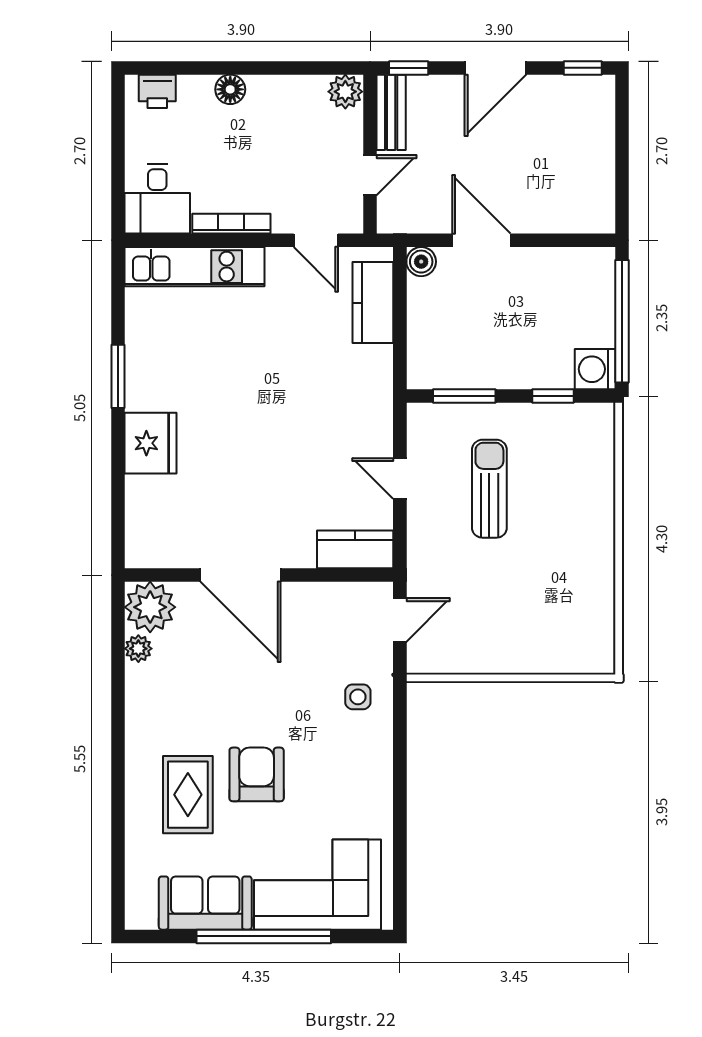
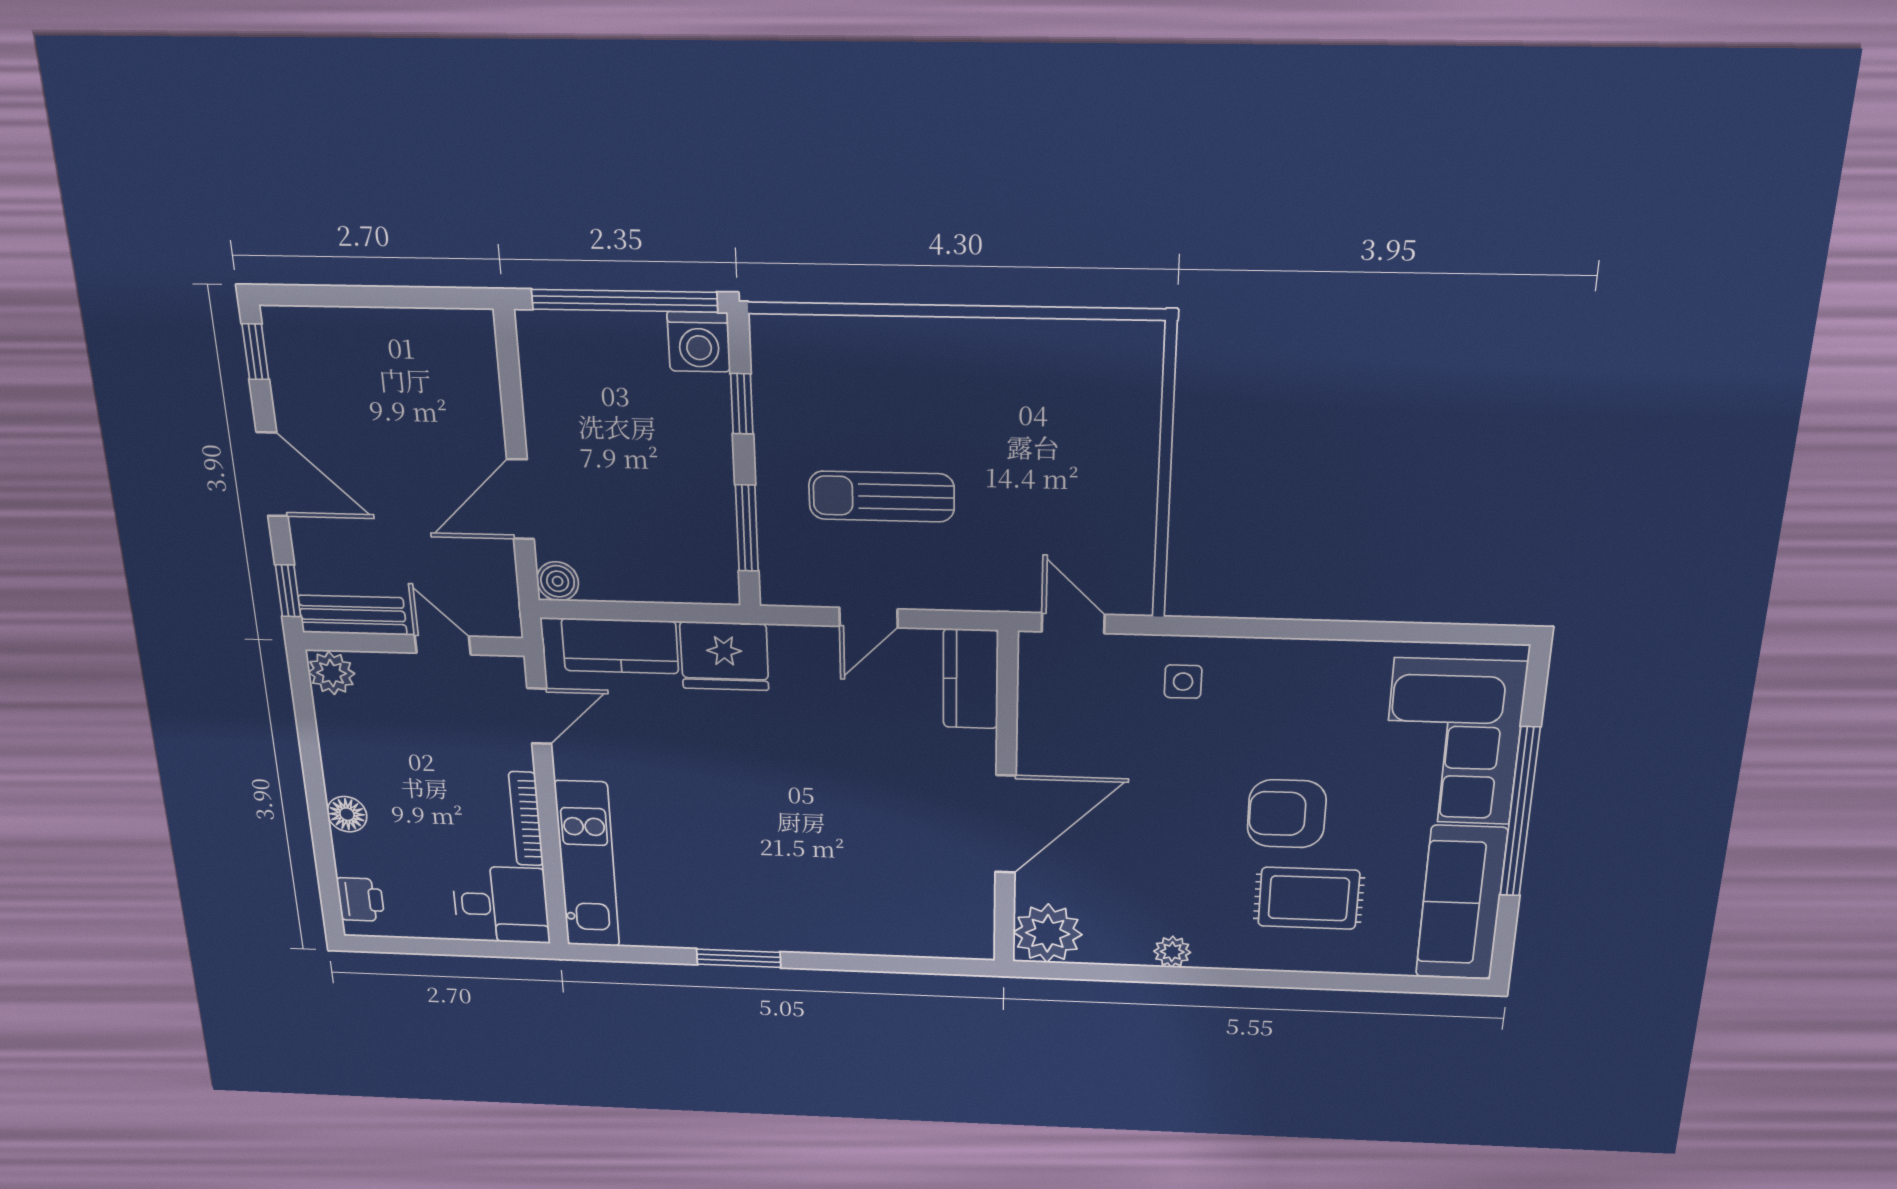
fridge: (151, 443) -> (724, 656), moved, turned 180
plant: (138, 649) -> (1172, 952), moved
sofa: (205, 903) -> (1461, 903), width x1.36

